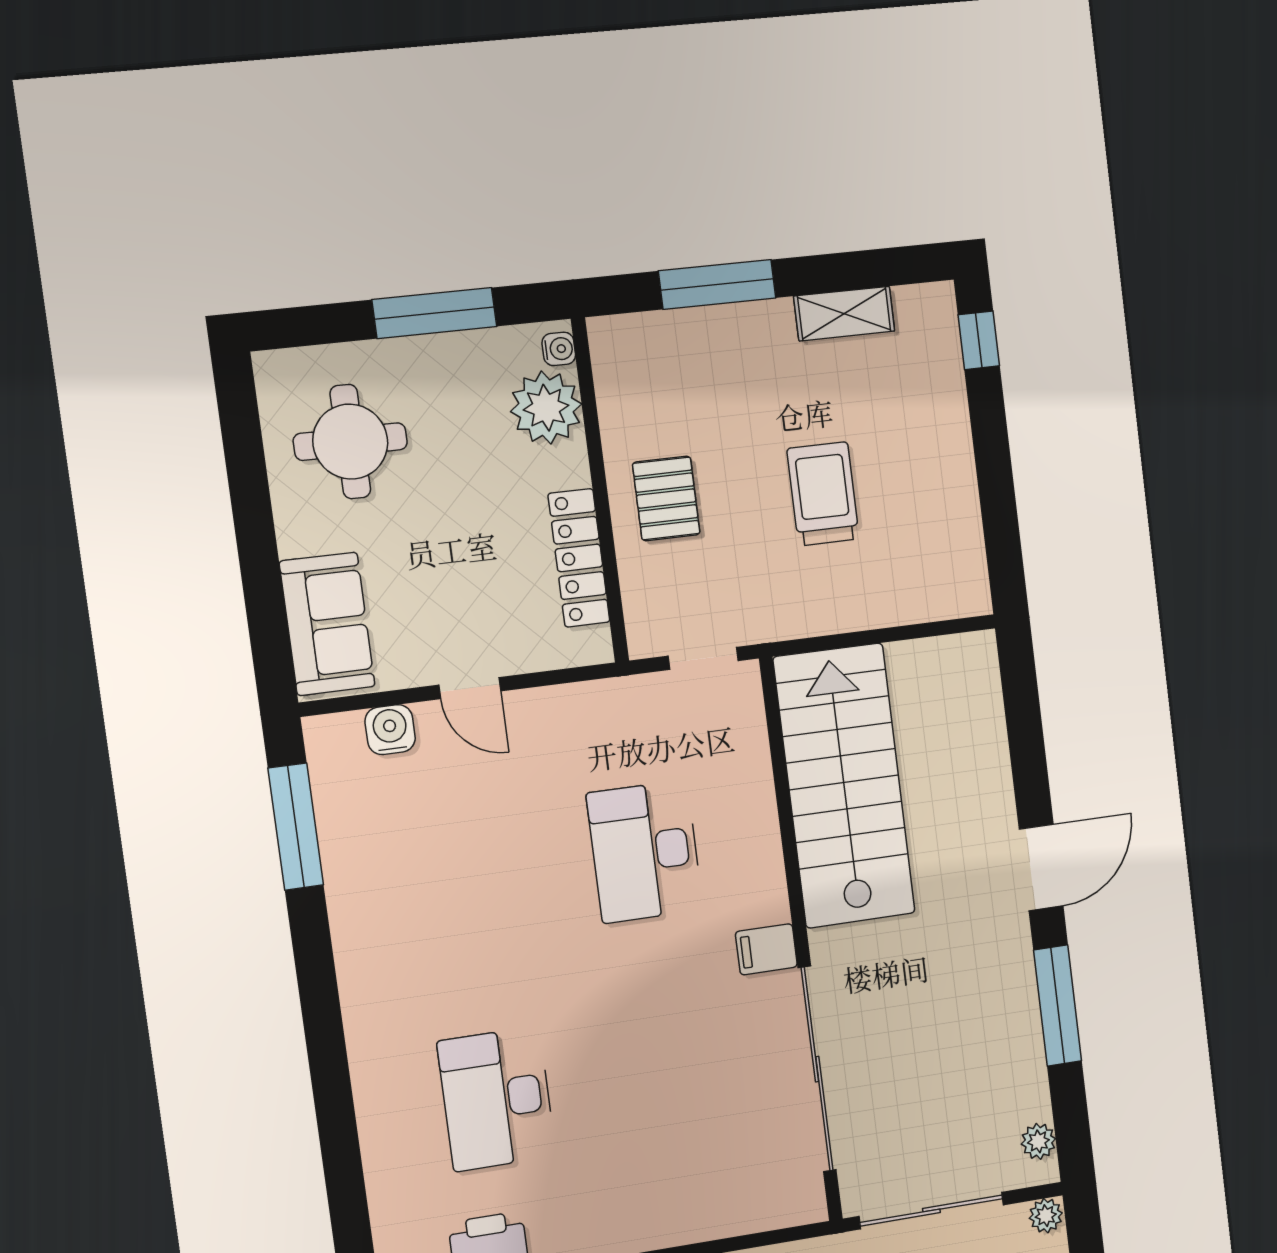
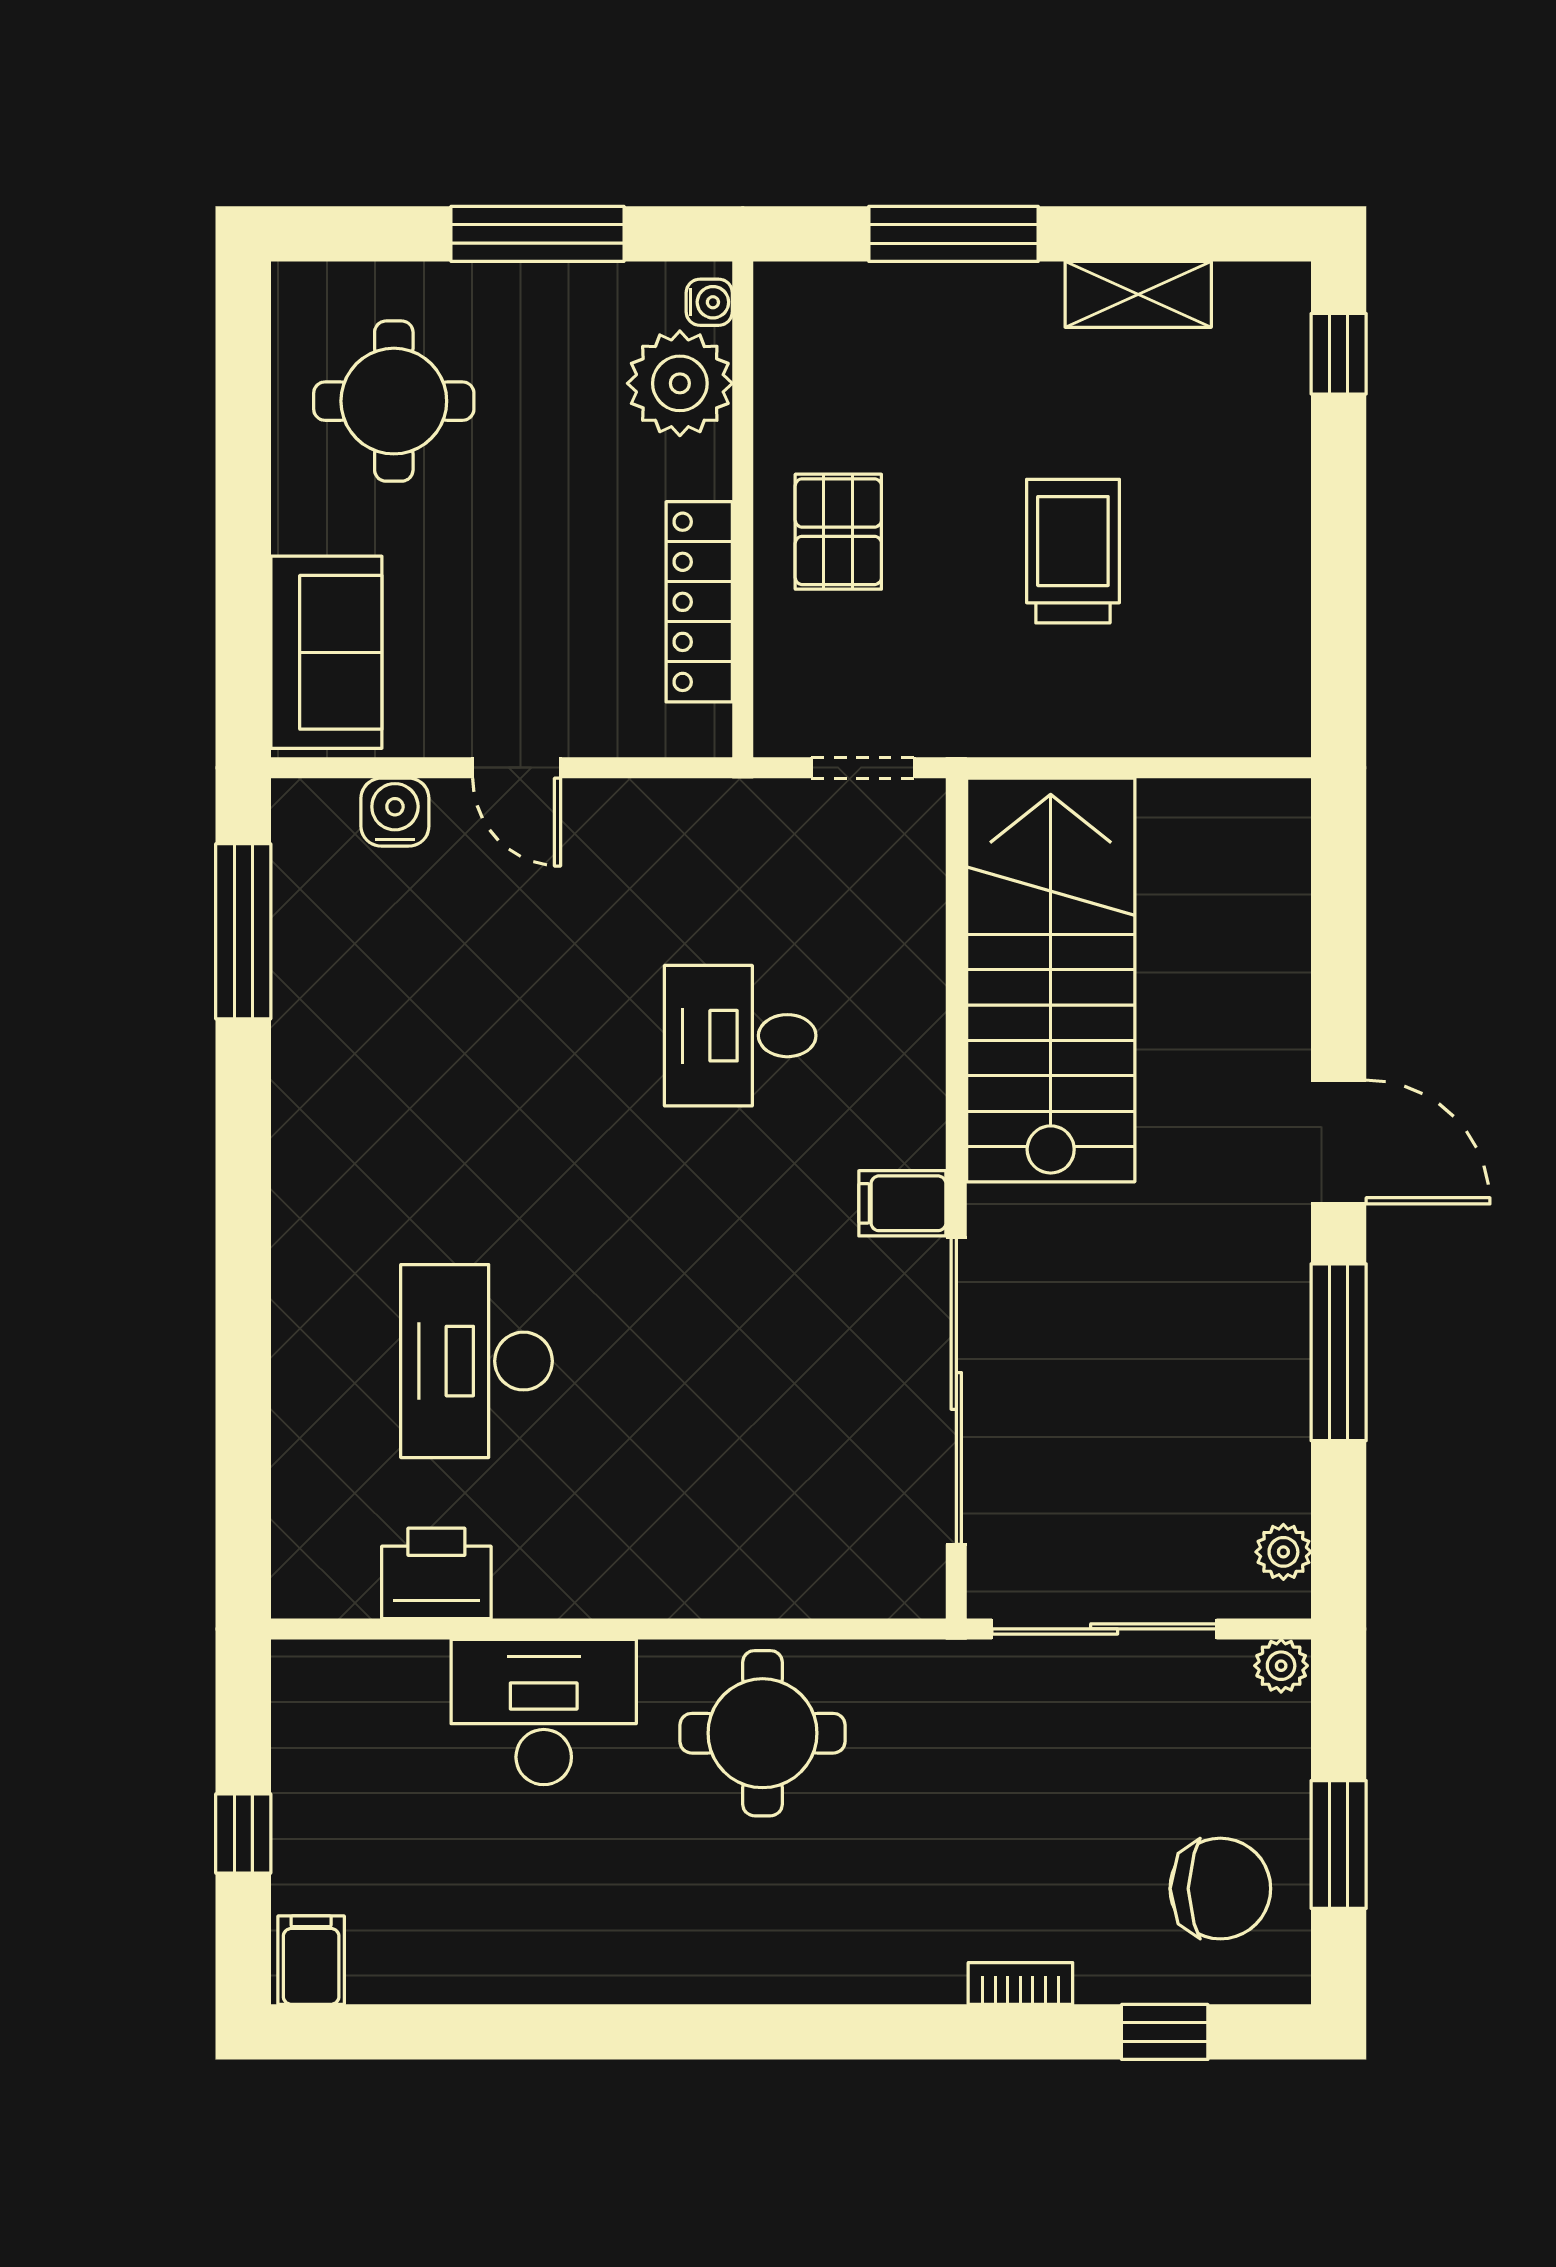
desk: (645, 852) -> (740, 1036), width x0.73
door: (1041, 867) -> (1339, 1142), hinge flipped

